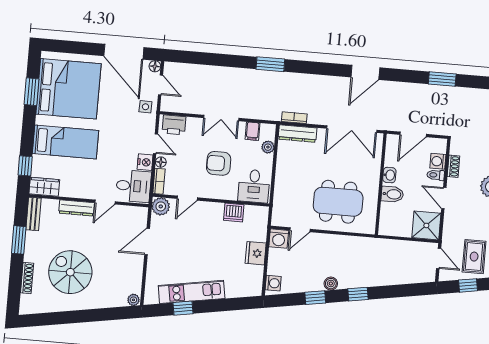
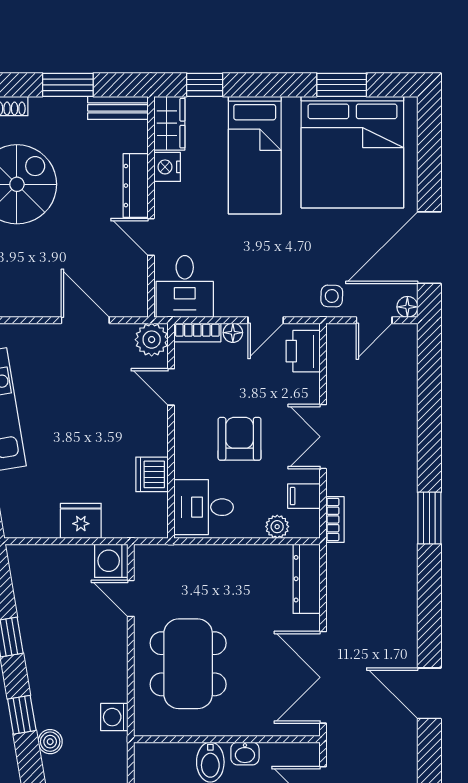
bookcase: (294, 118) -> (335, 519), moved
nightstand: (145, 162) -> (167, 167), moved, turned 90
washing machine: (273, 283) -> (114, 717), moved, turned 90
boiler: (331, 284) -> (50, 742), moved

